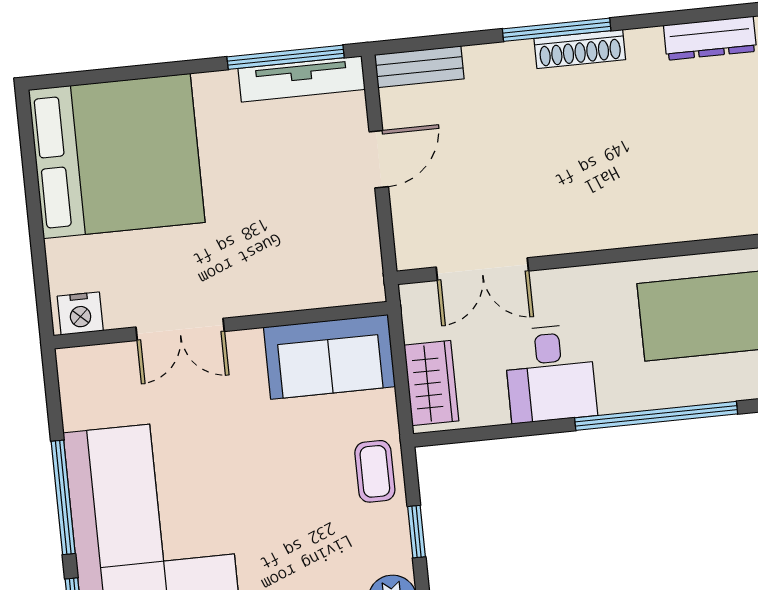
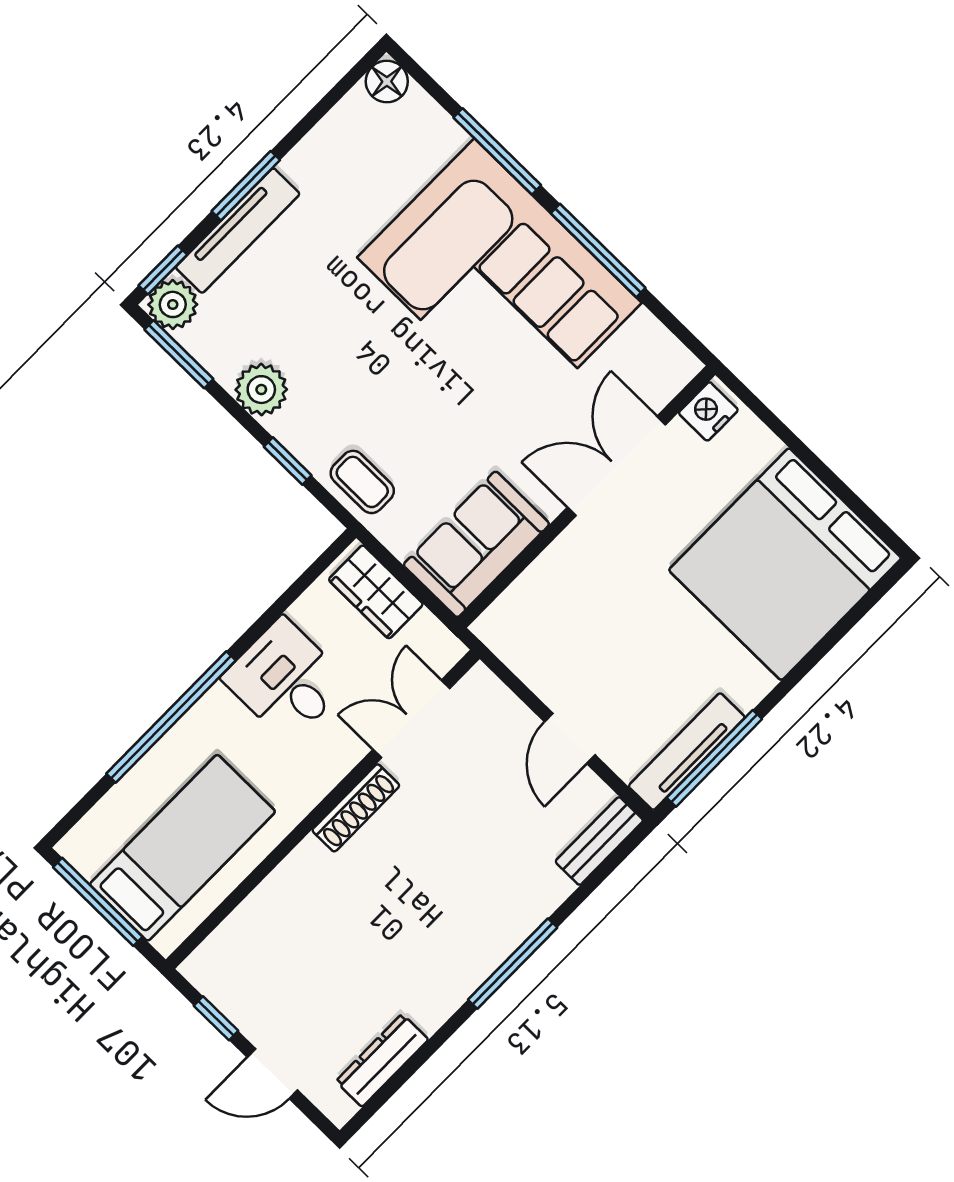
shoe rack: (580, 49) -> (356, 808), moved, turned 180
double door: (180, 329) -> (616, 466), width x1.37

